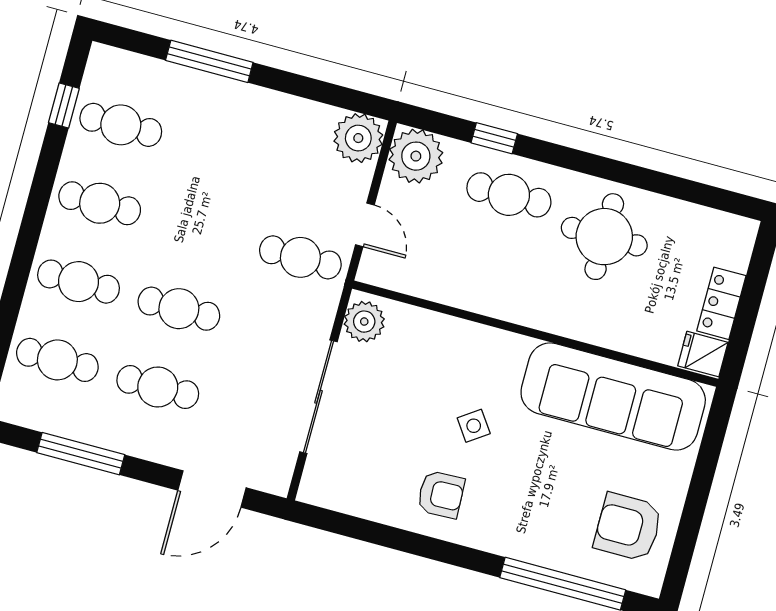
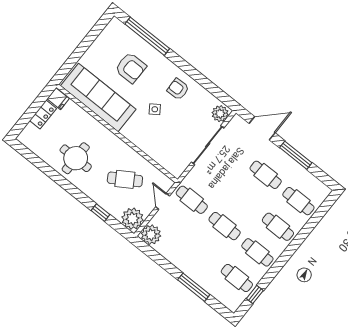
cafe table: (509, 195) -> (125, 179), moved, turned -32
cafe table: (179, 309) -> (225, 226), moved
plant: (364, 322) -> (220, 114), moved
window: (81, 454) -> (296, 155), moved
armchair: (628, 527) -> (131, 68), moved

